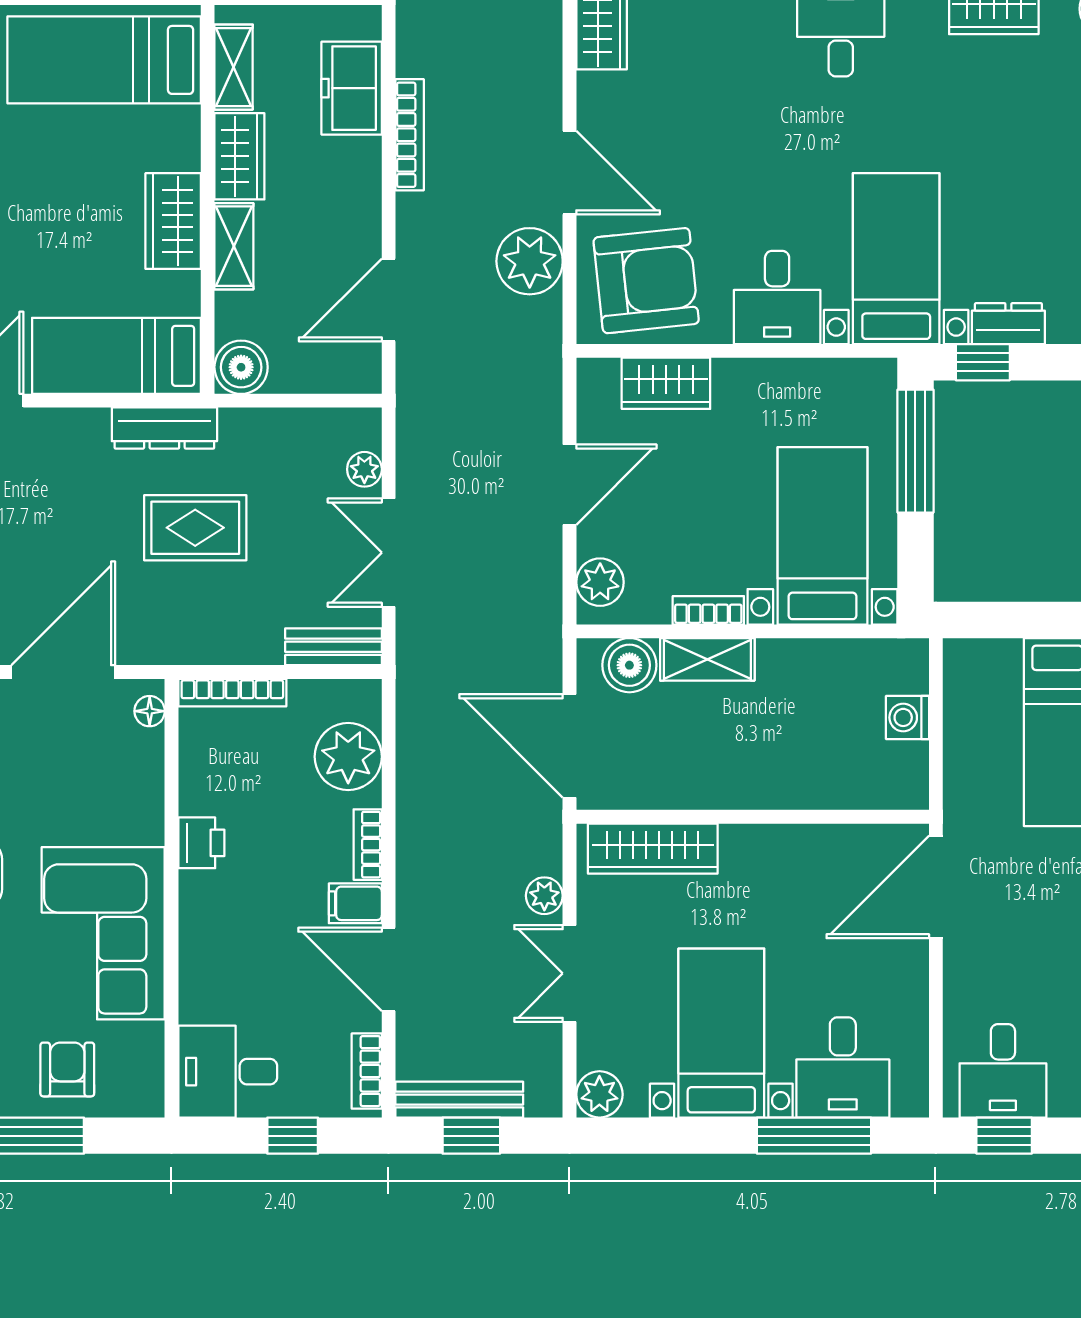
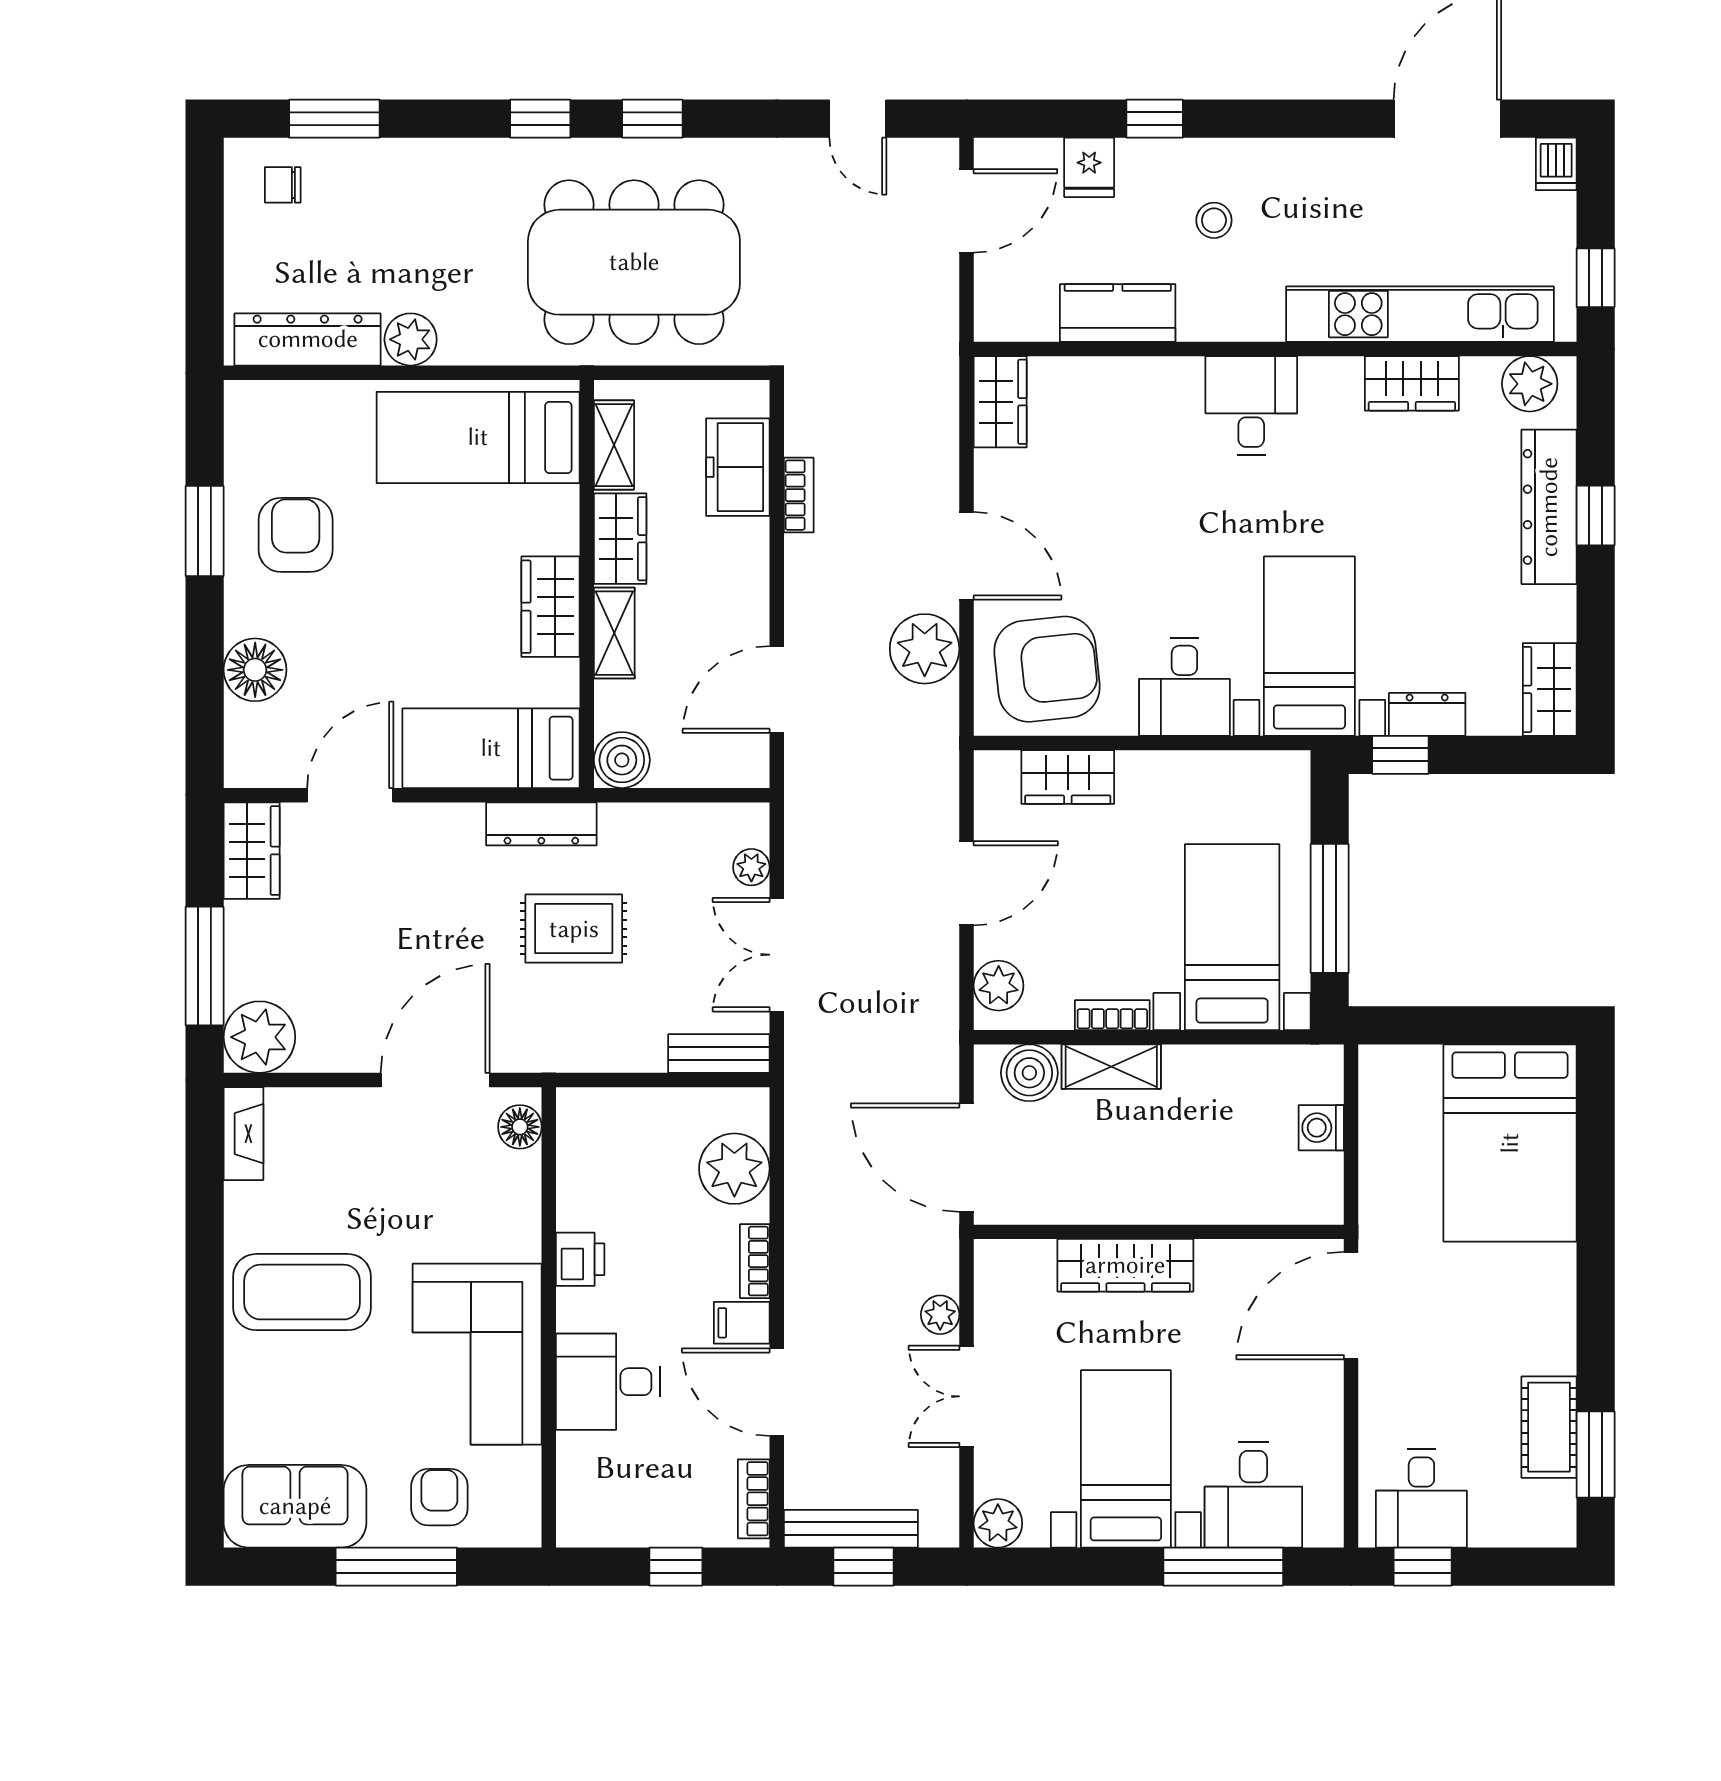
bookcase: (410, 135) -> (799, 495), width x0.64
window: (915, 451) -> (1330, 908), moved
bookcase: (232, 693) -> (613, 1102), removed
floor lamp: (150, 711) -> (520, 1127), width x1.37, depth x1.37
wardrobe: (653, 849) -> (1125, 1265), moved
desk: (228, 1072) -> (608, 1382), moved

